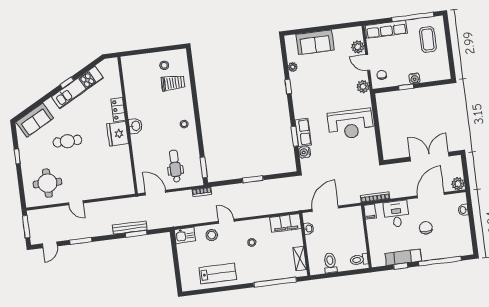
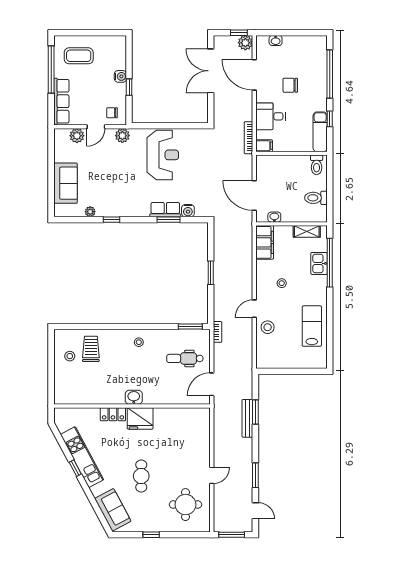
window: (466, 177) -> (239, 33), added
kitchen sink: (185, 235) -> (319, 263), moved, turned 180
exam couch: (403, 257) -> (320, 132), moved

